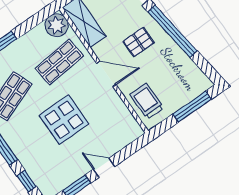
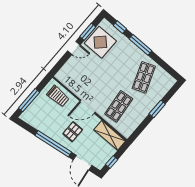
plant: (57, 25) -> (126, 129), removed
display table: (64, 120) -> (100, 42), moved

